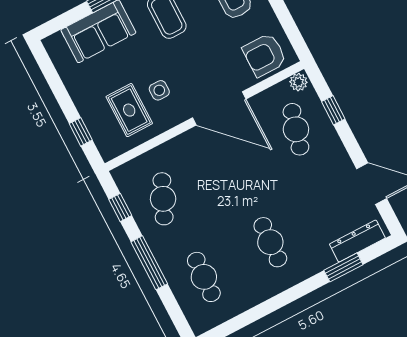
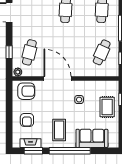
rug: (129, 110) -> (107, 107), moved

